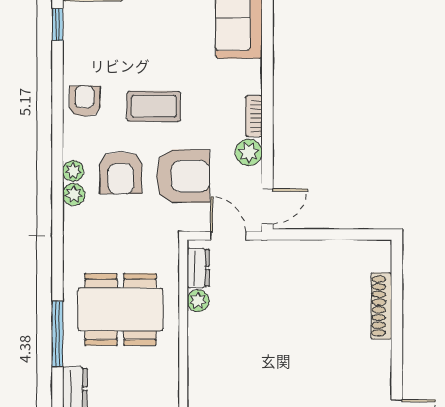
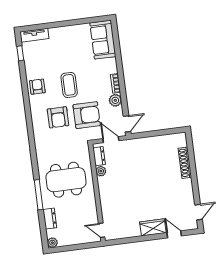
coffee table: (154, 106) -> (69, 85), turned 90
plant: (73, 171) -> (36, 119), removed
plant: (74, 194) -> (38, 130), removed

